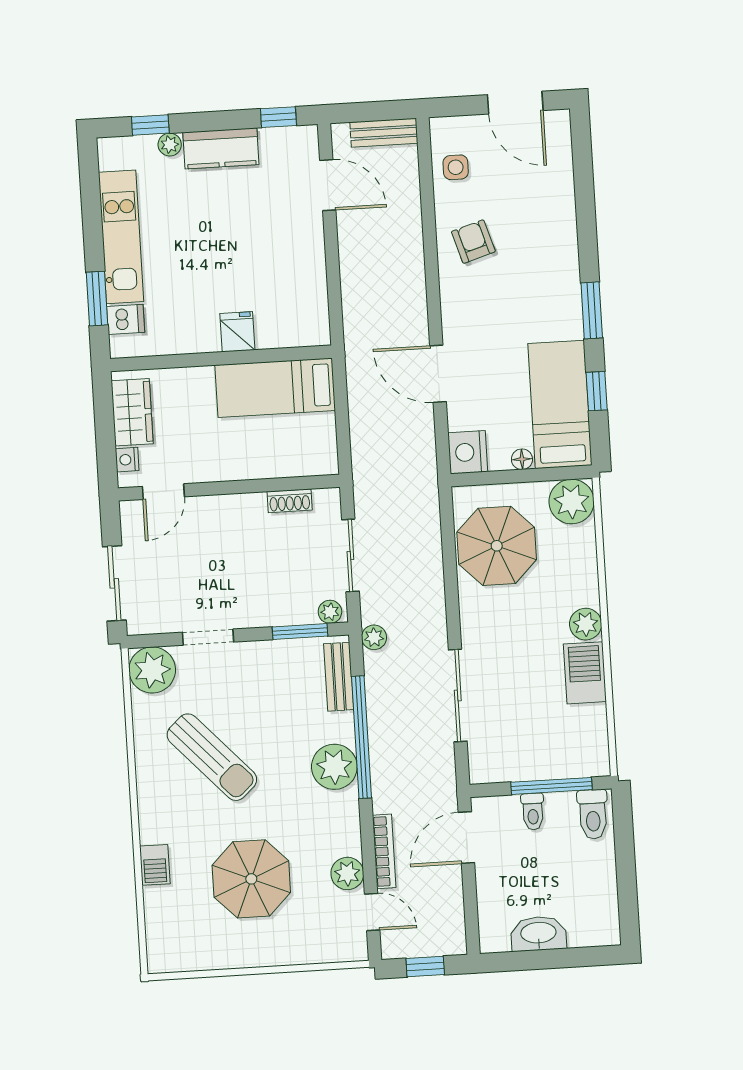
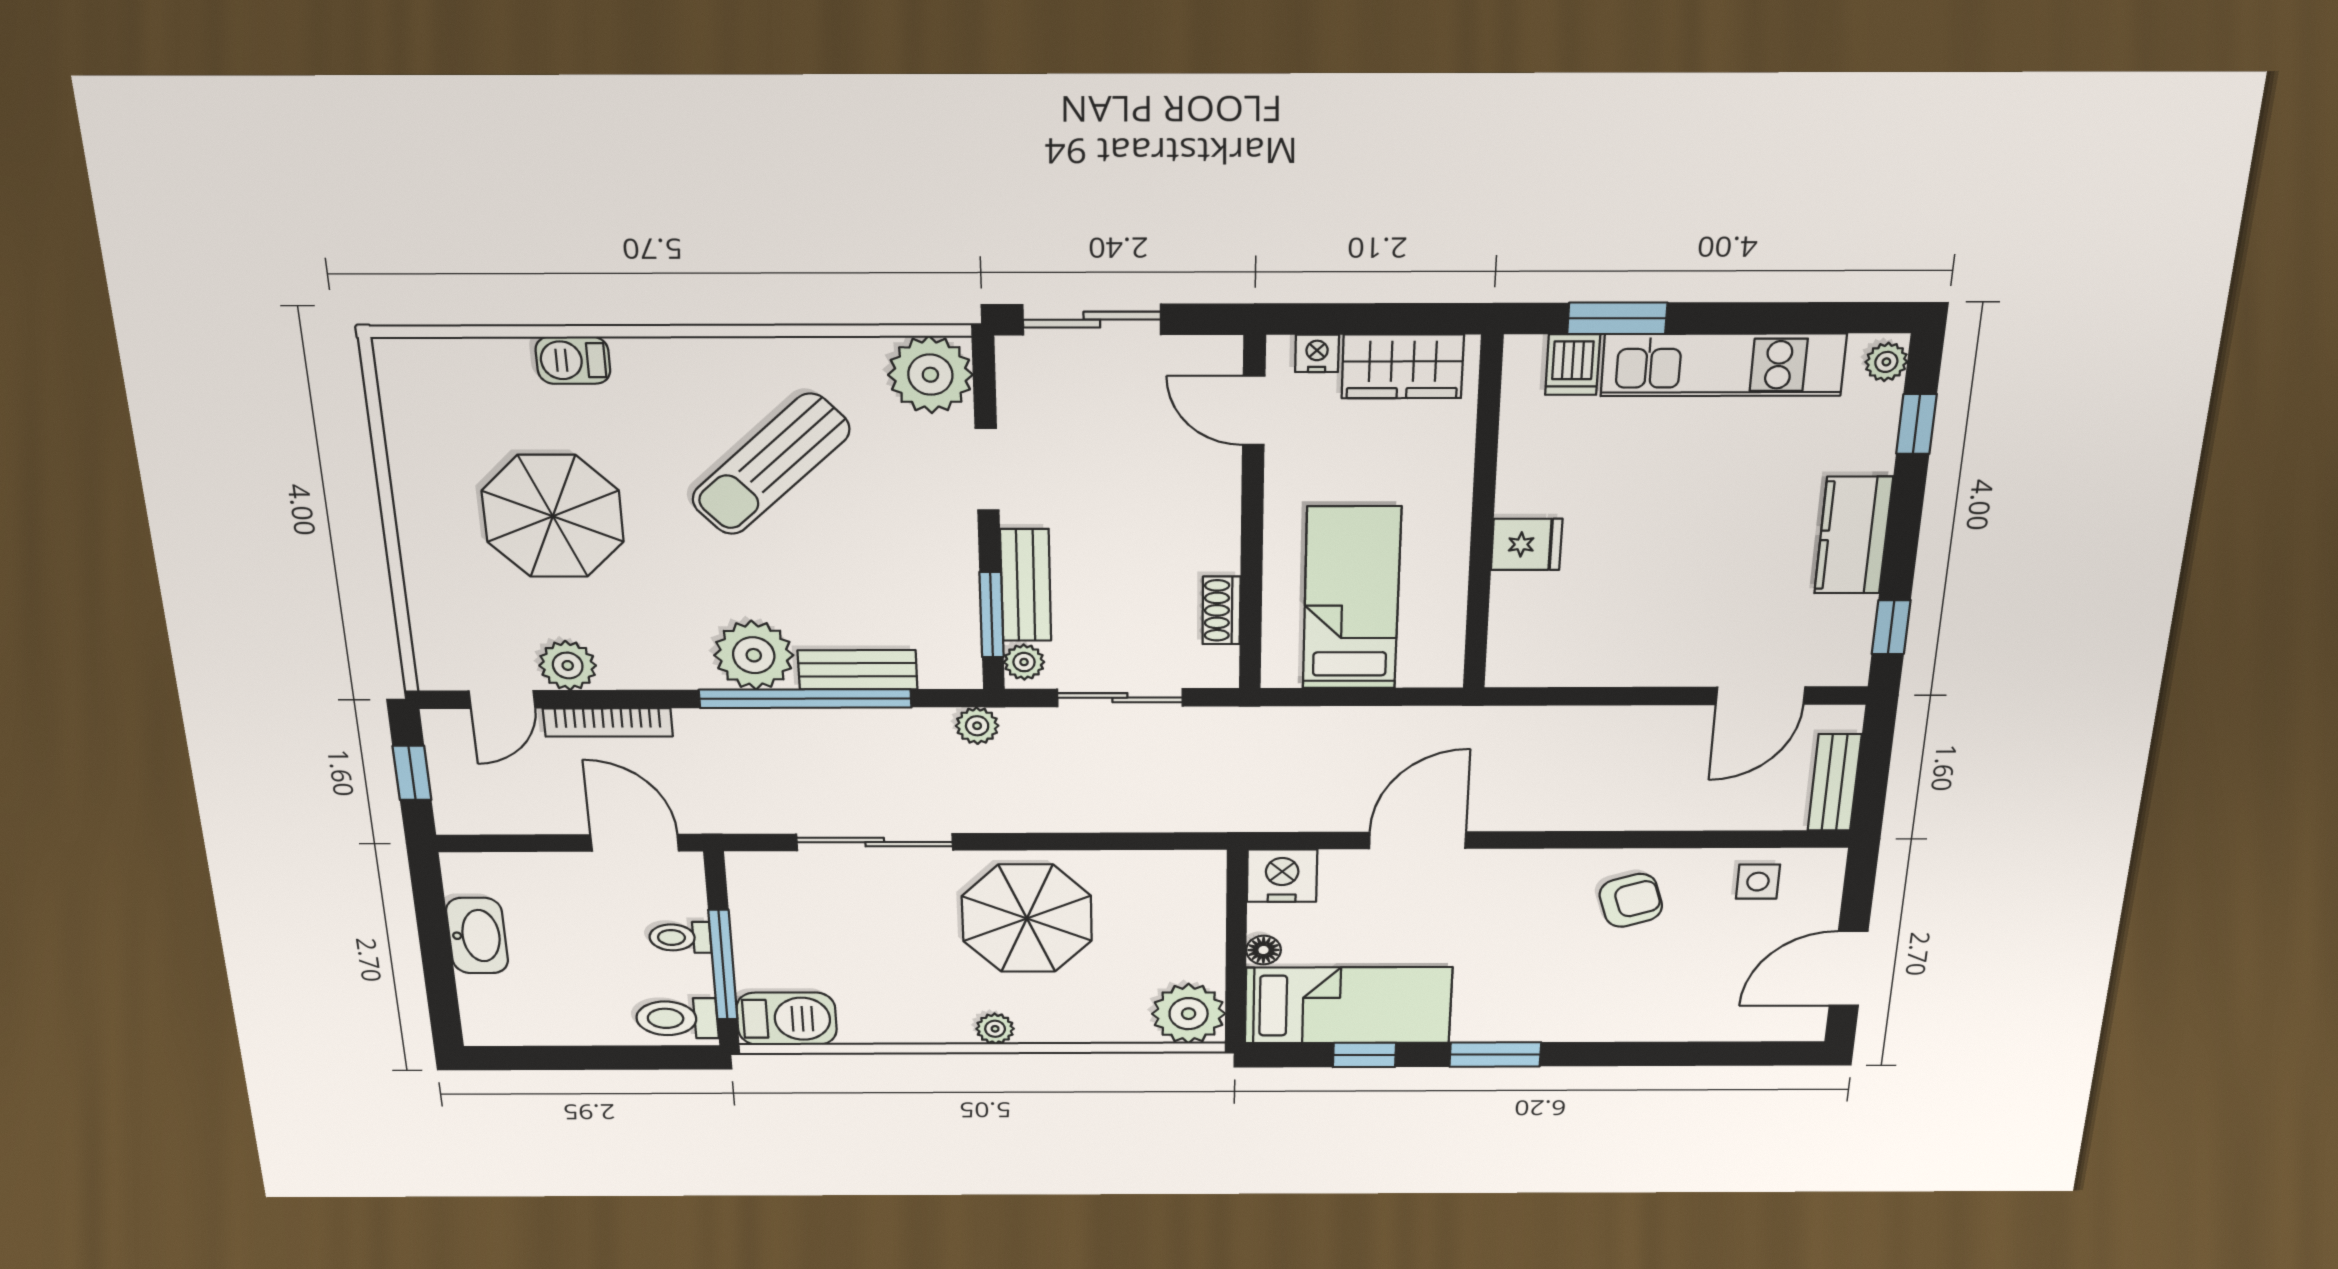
plant: (170, 145) -> (1886, 362), moved
bed: (275, 388) -> (1351, 598), moved
parasol: (497, 546) -> (1027, 918), moved
bench: (280, 613) -> (1026, 585), added
plant: (586, 624) -> (995, 1029), width x0.73, depth x0.73
barbecue: (585, 673) -> (787, 1019), moved
bench: (339, 677) -> (858, 670), moved

